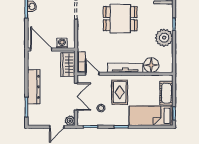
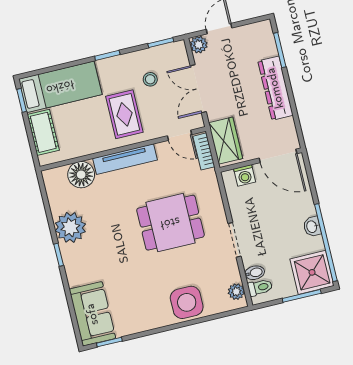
dining table: (120, 19) -> (170, 223), moved

